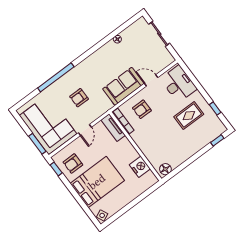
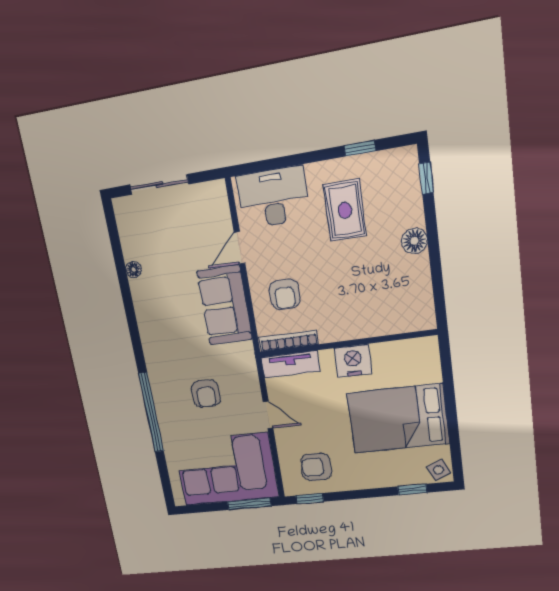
armchair: (73, 164) -> (316, 467), turned 90
nightstand: (140, 167) -> (353, 361), moved
floor lamp: (165, 169) -> (414, 241), moved
bed: (97, 182) -> (398, 419), moved, turned -90
window: (87, 210) -> (412, 489), added

